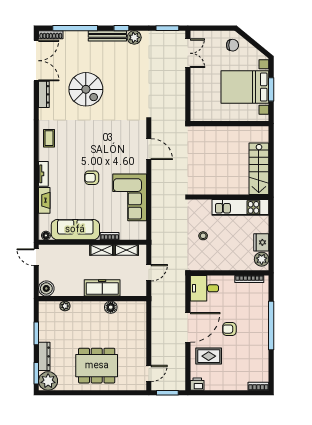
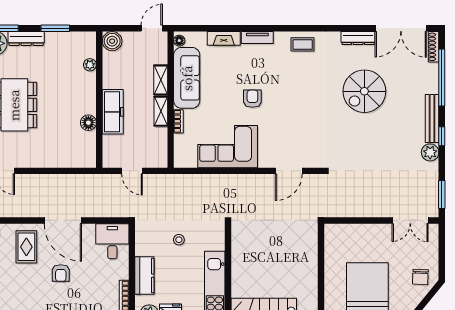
shelving: (126, 250) -> (161, 80), moved
kitchen counter: (231, 263) -> (144, 276), added
armchair: (229, 329) -> (61, 273), turned 180

